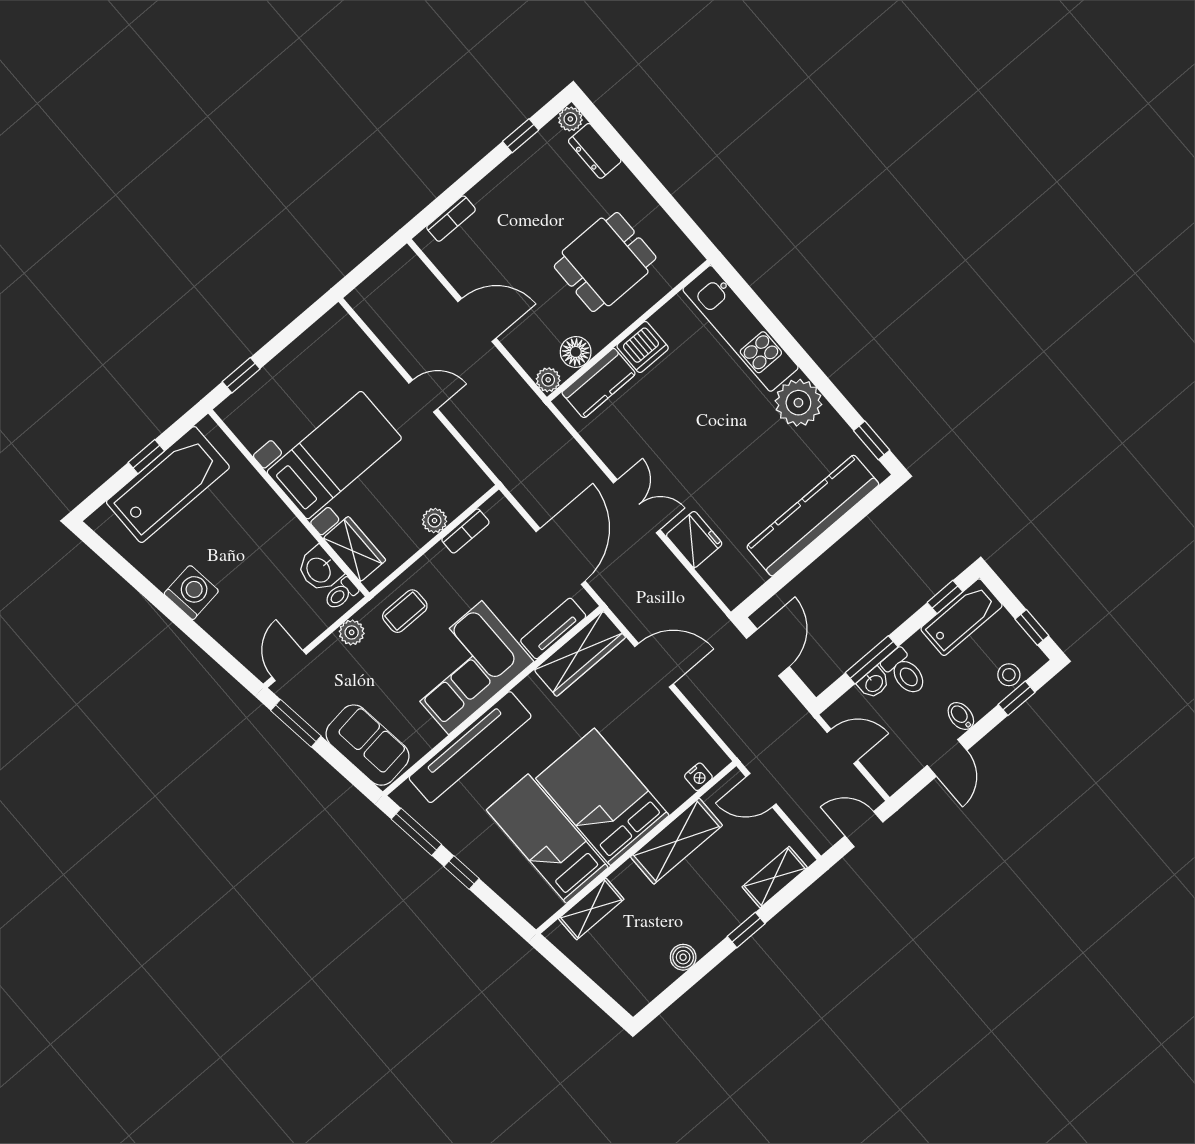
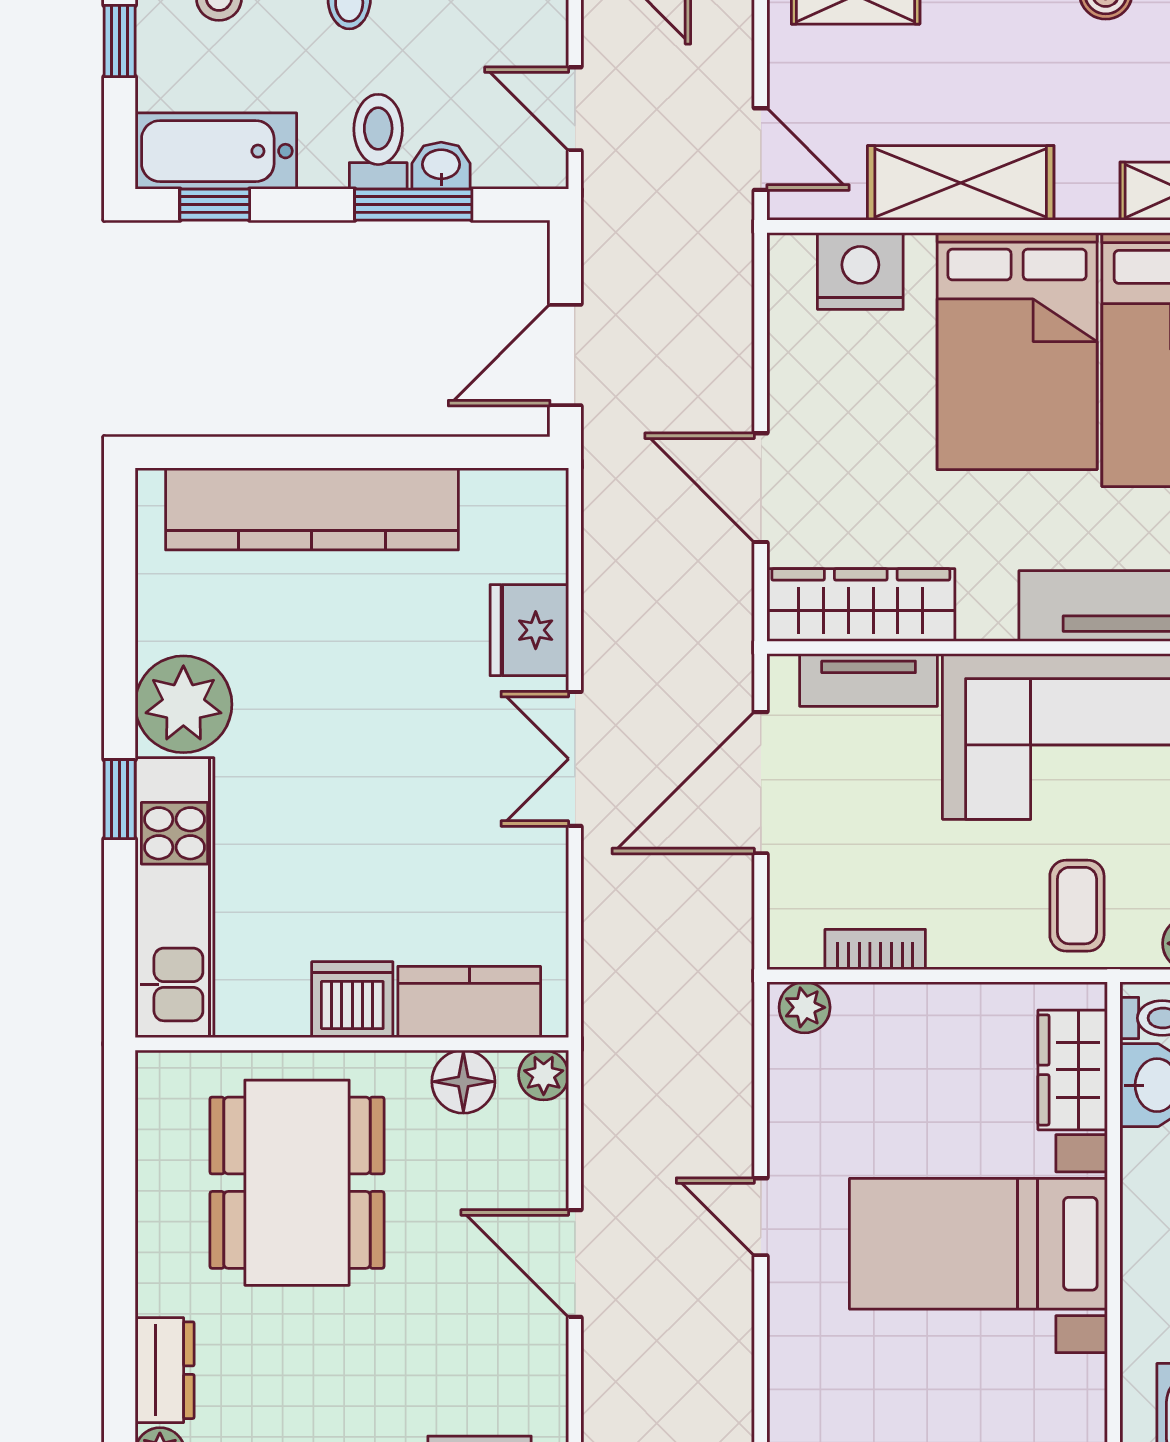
dining table: (605, 262) -> (297, 1183), width x1.38
window: (872, 440) -> (120, 799), moved
plant: (434, 520) -> (805, 1007), moved
coffee table: (405, 611) -> (1077, 906), turned 90
nightstand: (698, 777) -> (860, 271), width x1.89, depth x1.79

